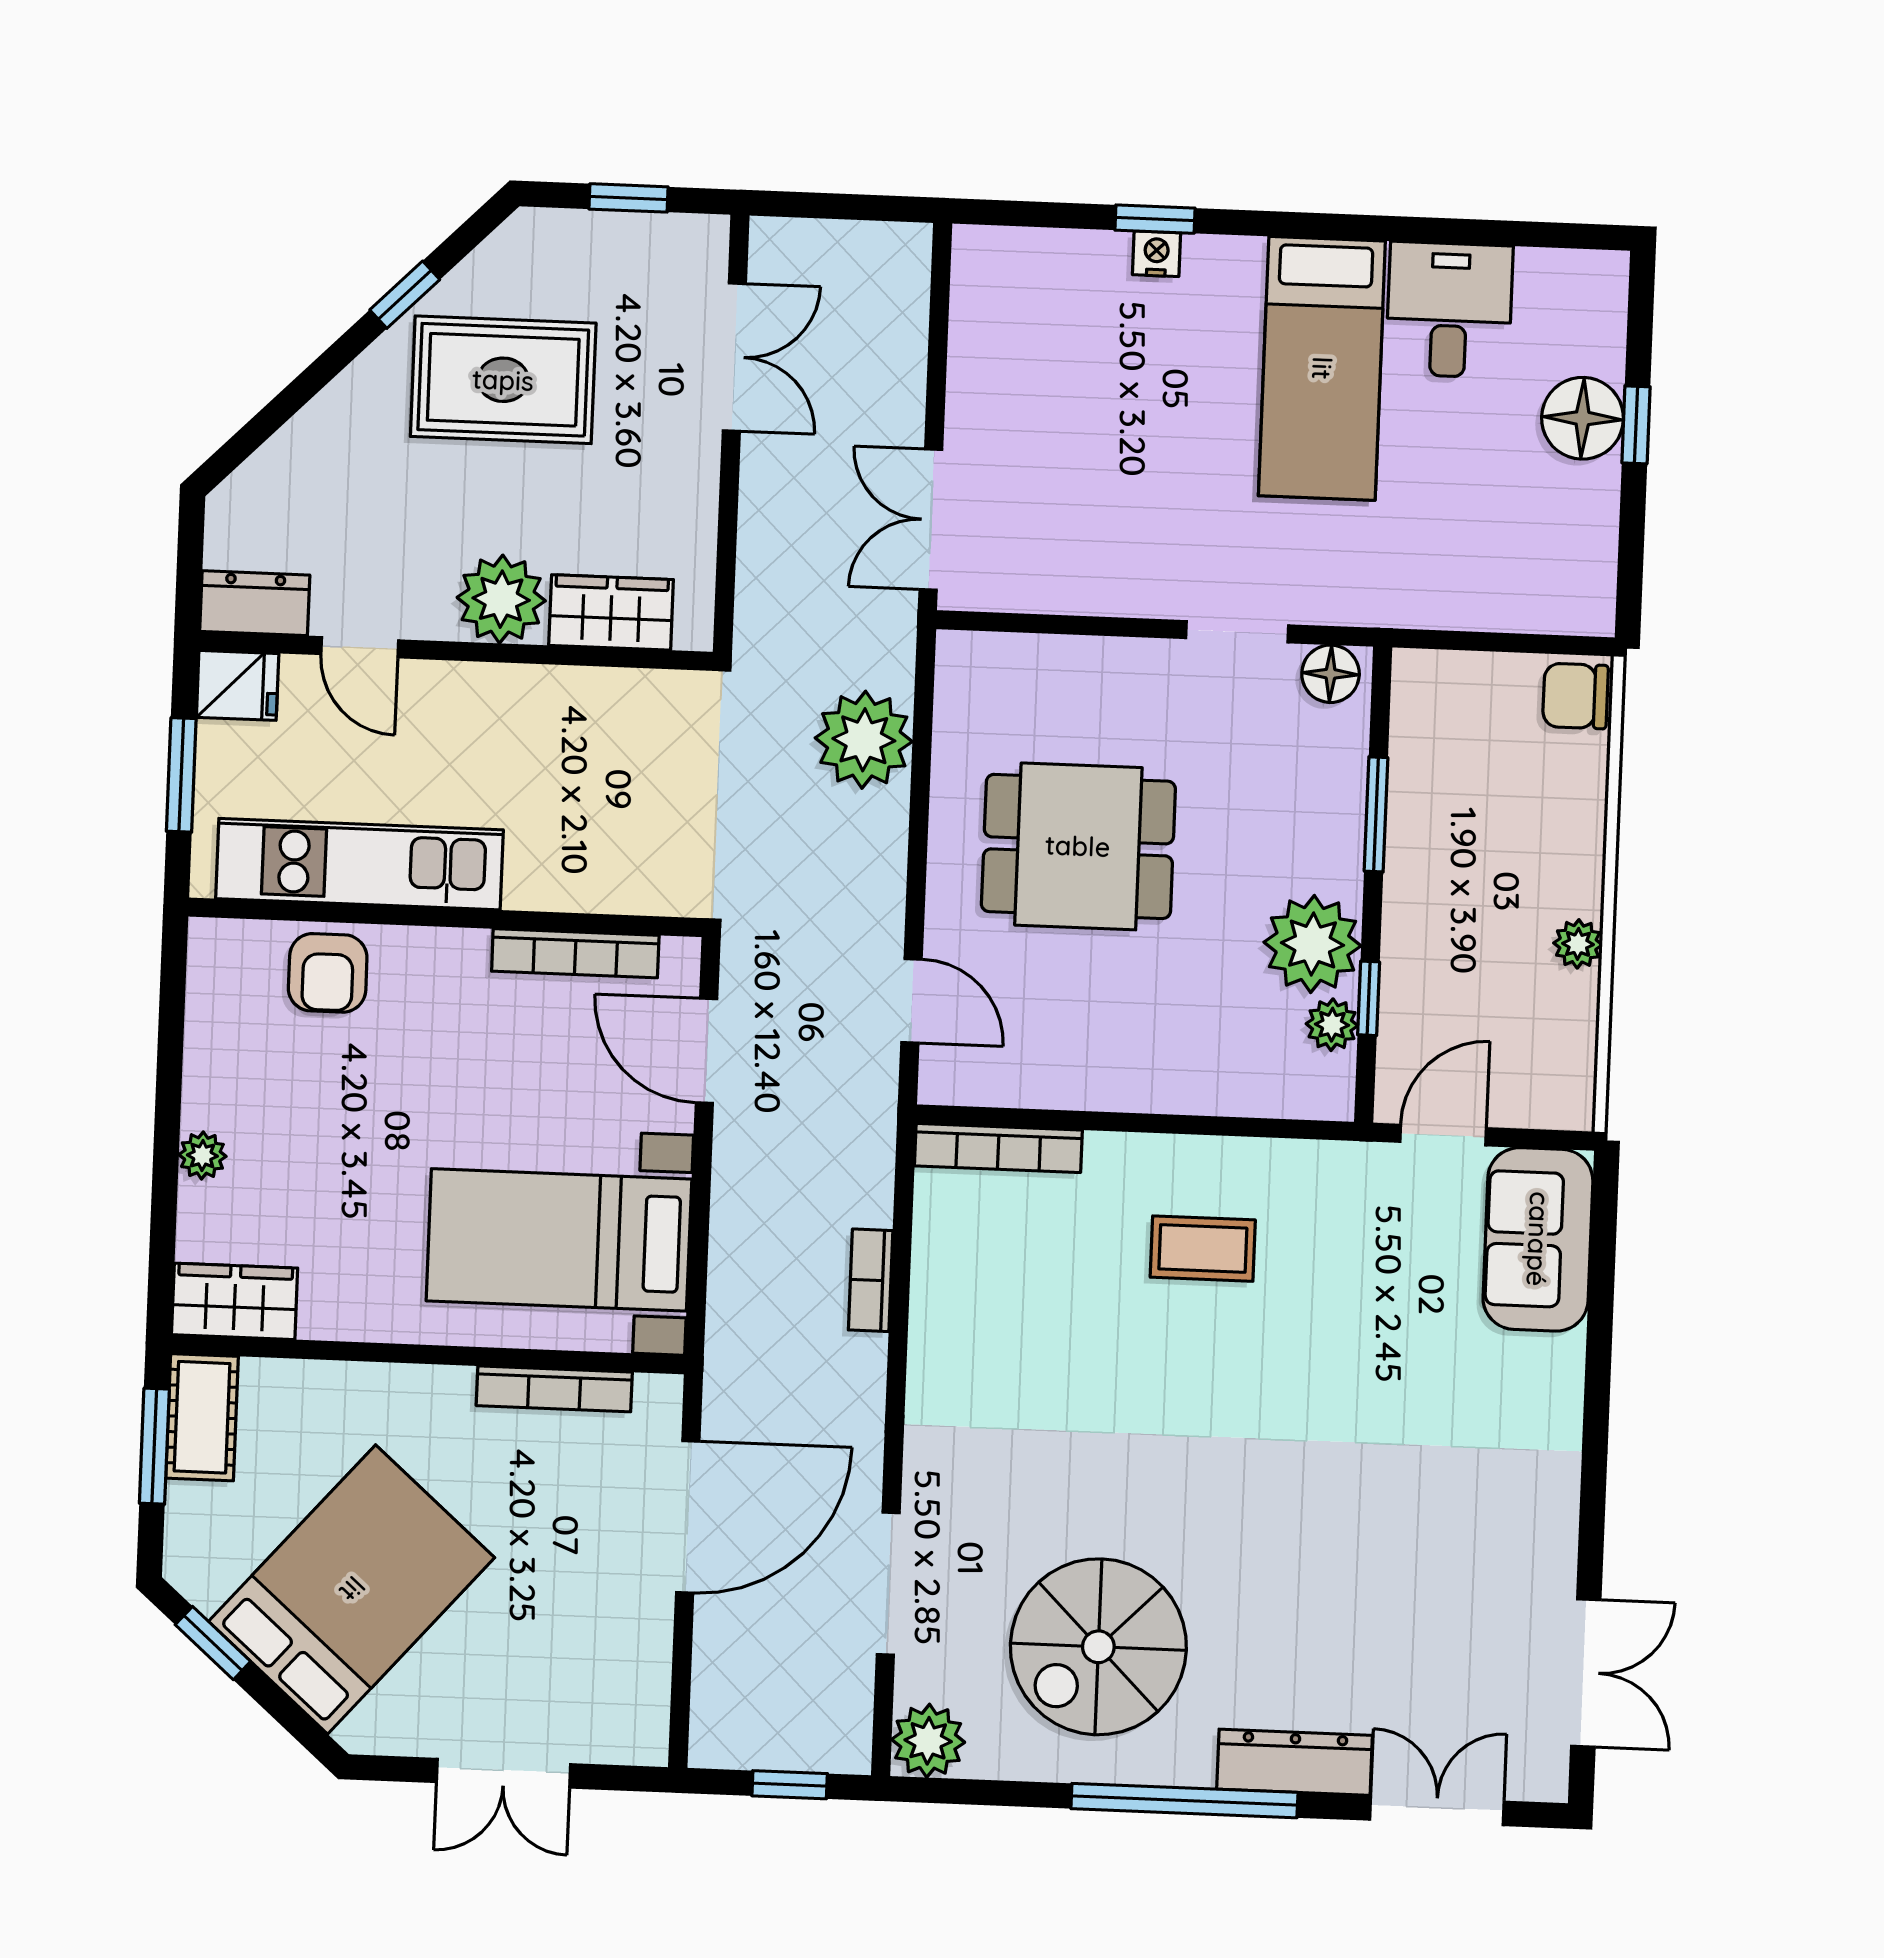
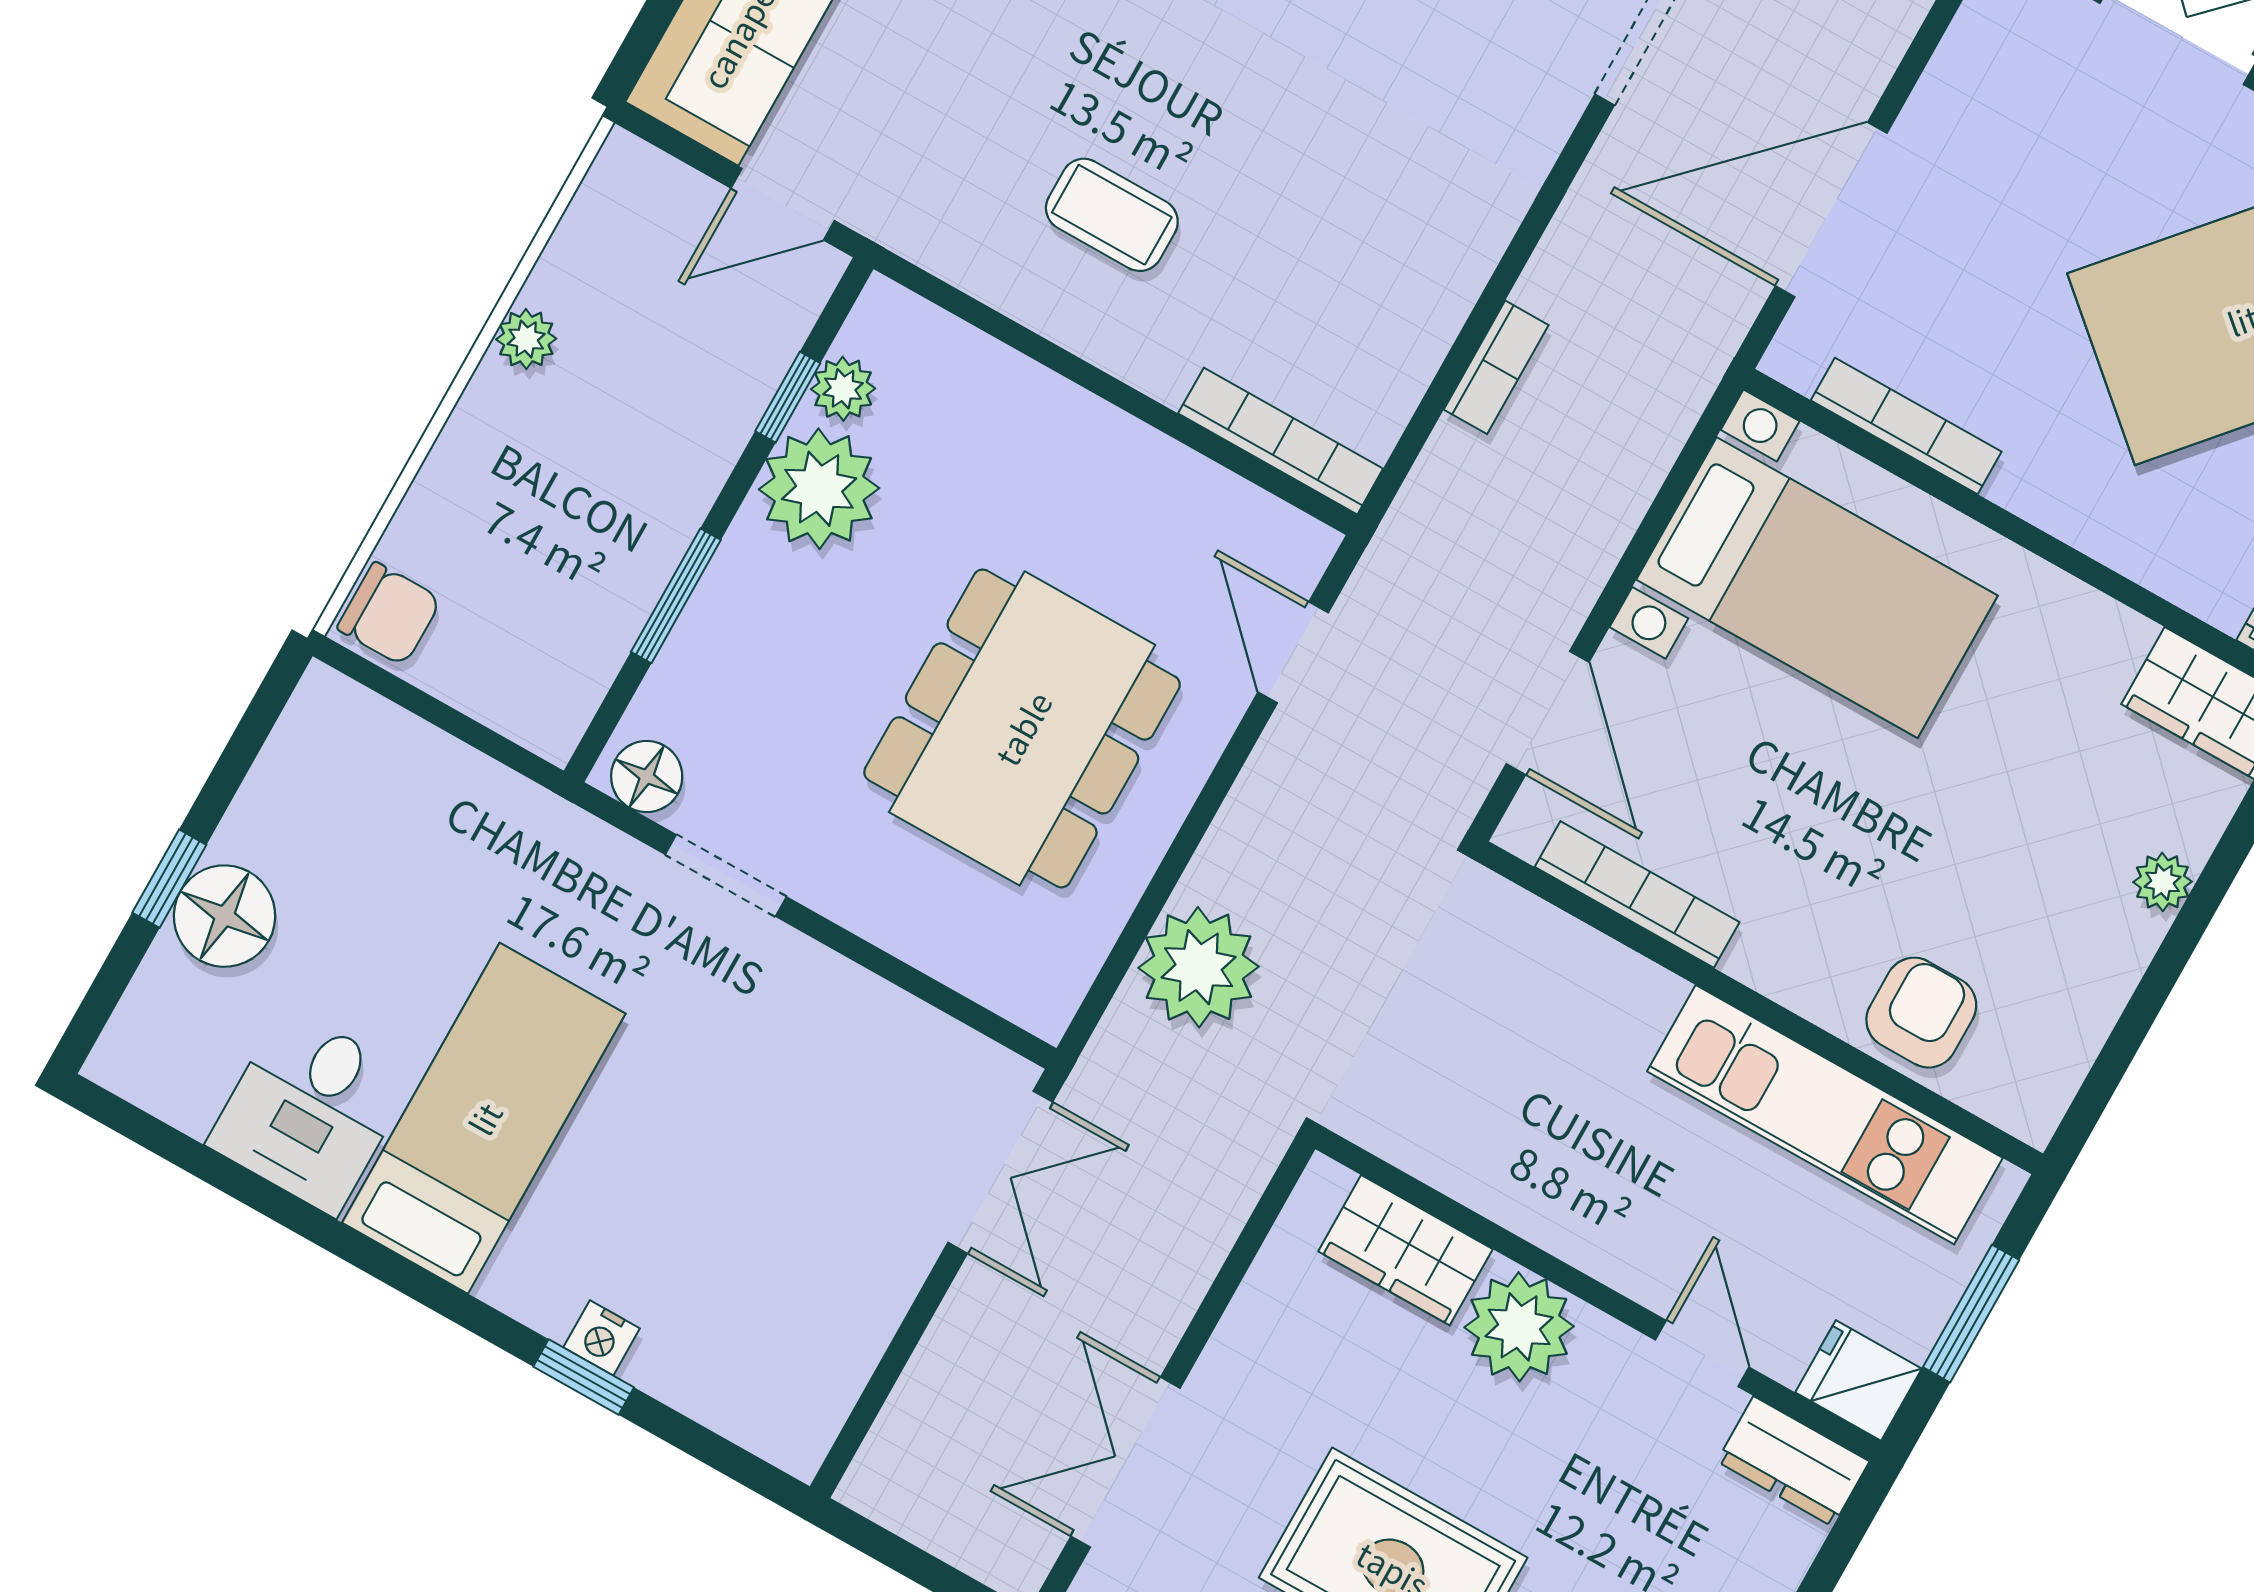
dining table: (1078, 846) -> (1022, 728), width x1.37

